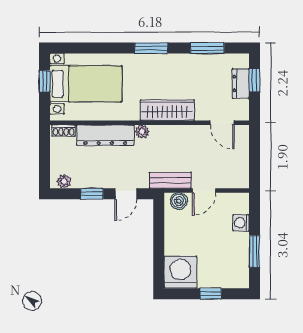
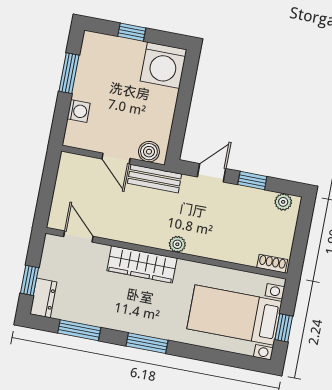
dresser: (241, 84) -> (43, 298), moved
dresser: (105, 135) -> (223, 248), removed
door: (204, 191) -> (116, 159), swing flipped

